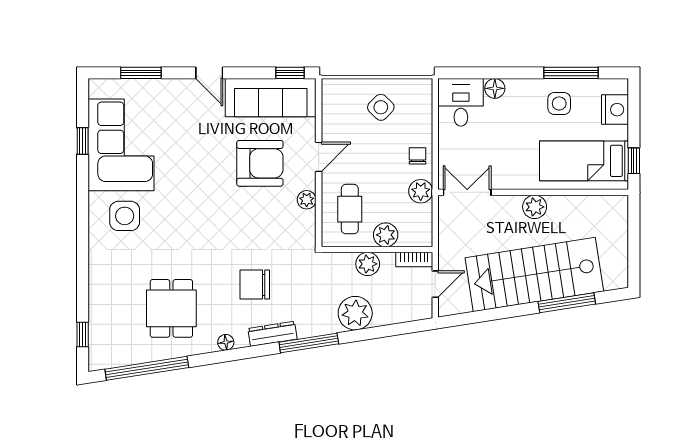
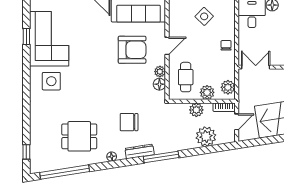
plant: (421, 191) -> (228, 87), moved
floor lamp: (306, 221) -> (159, 84), added
dining table: (171, 308) -> (79, 136), turned 90
plant: (355, 313) -> (206, 136), moved

